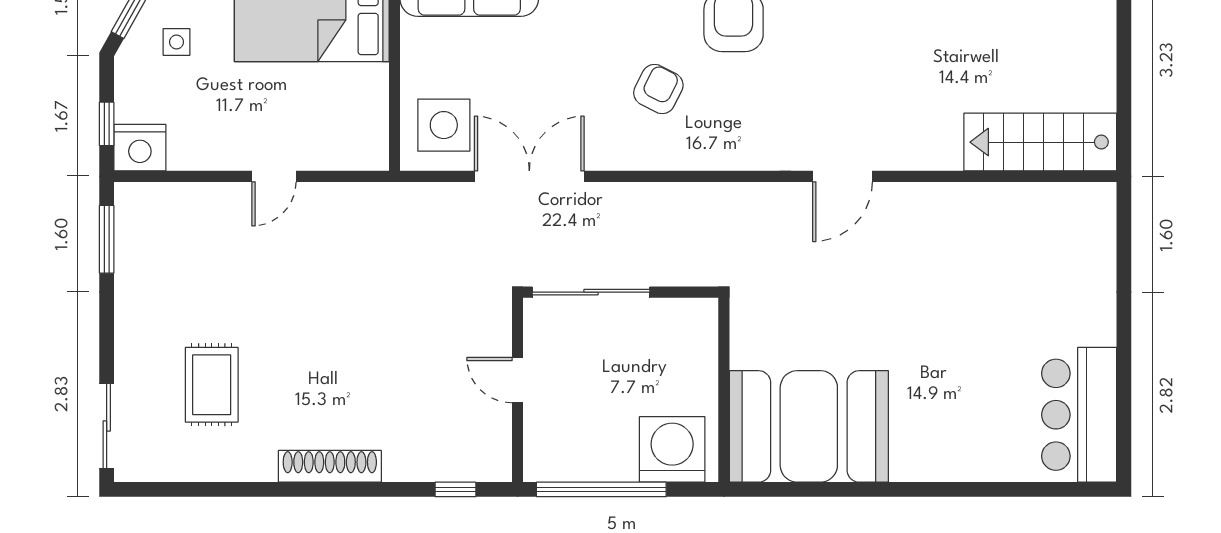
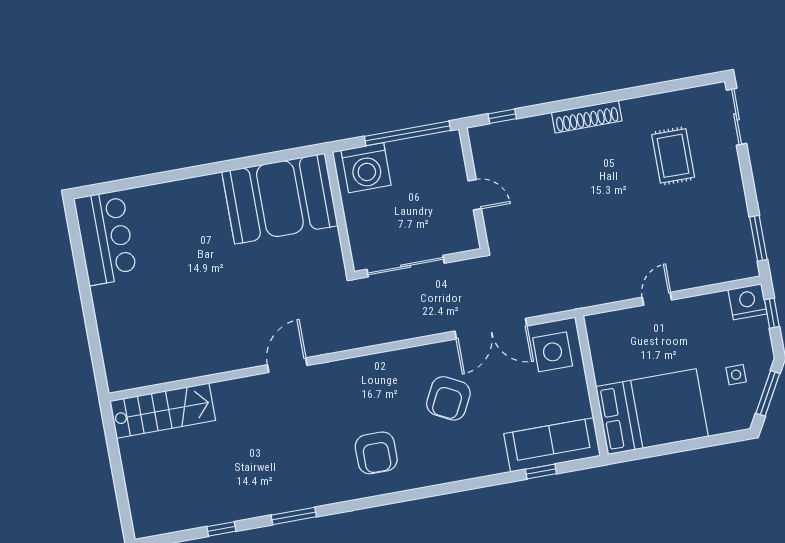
armchair: (658, 89) -> (448, 398), moved, width x1.38, depth x1.38
sliding door: (591, 292) -> (406, 266), moved

